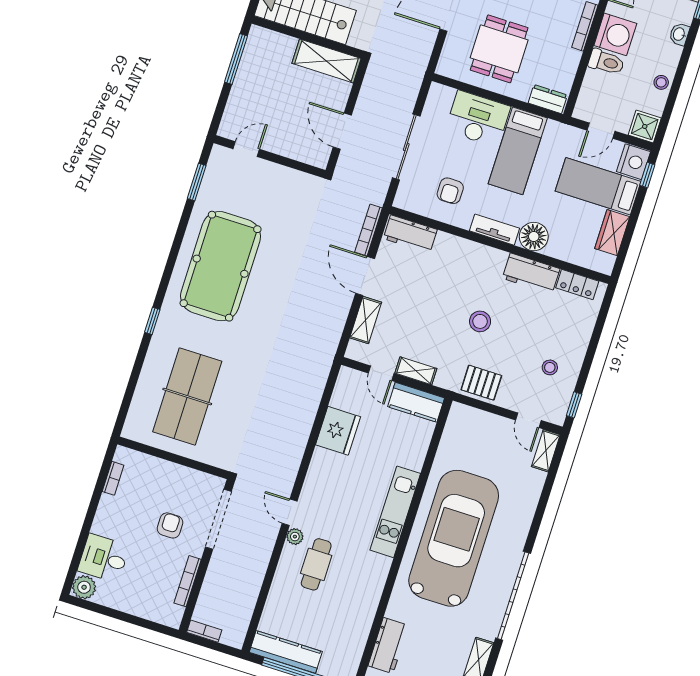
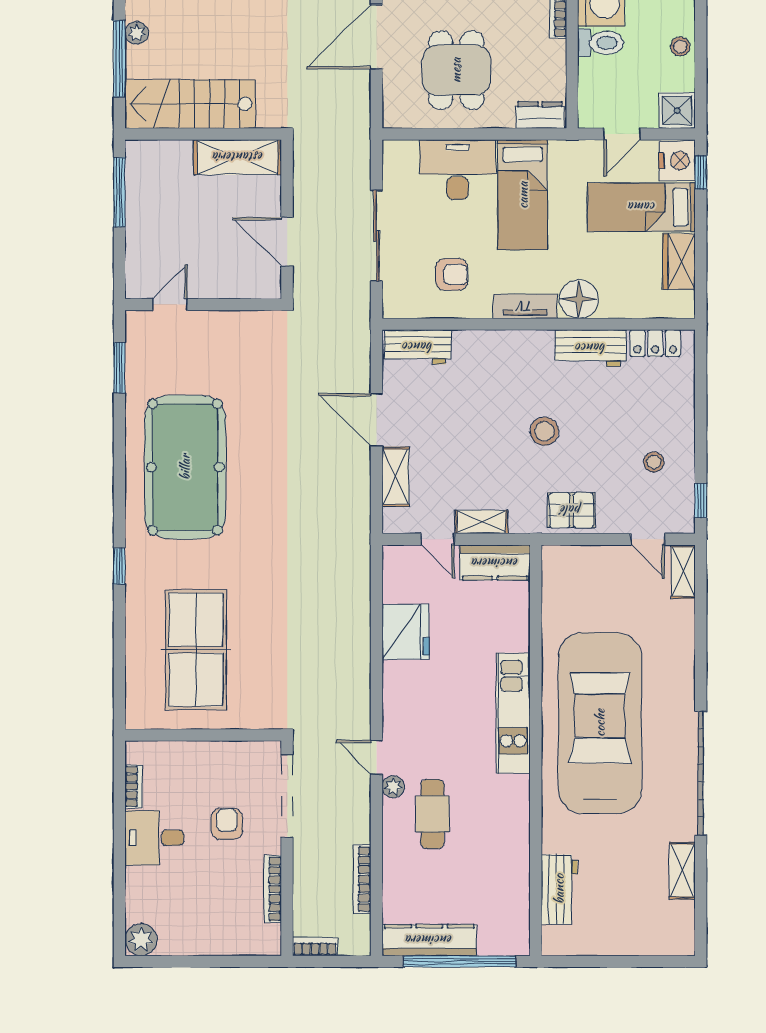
armchair: (450, 191) -> (452, 274), turned -90
bookcase: (369, 230) -> (362, 879), moved
desk: (104, 558) -> (154, 838), moved

